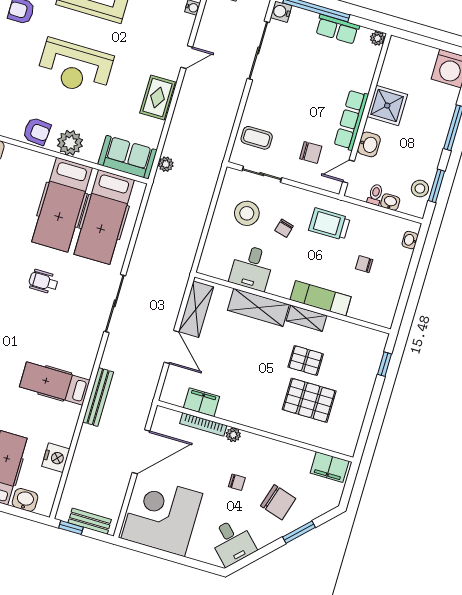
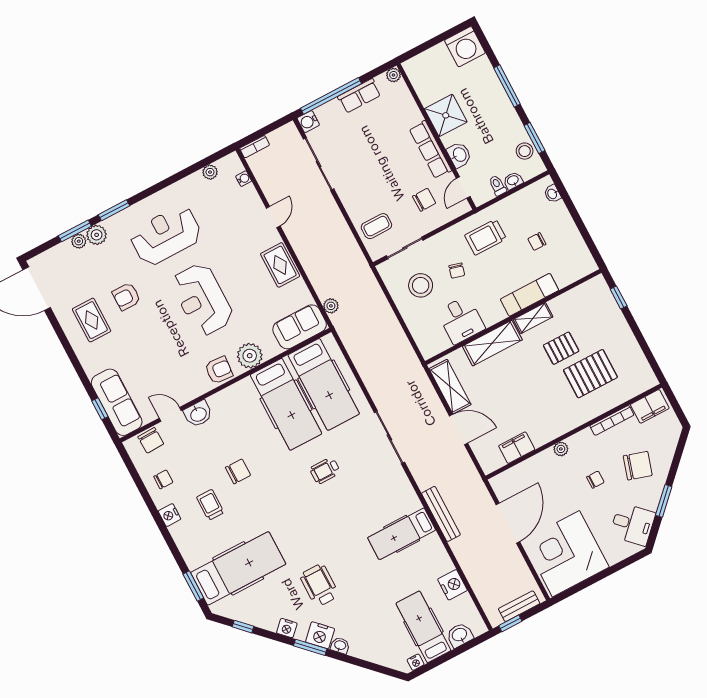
reception desk: (75, 67) -> (202, 299), turned 90
bookcase: (203, 424) -> (612, 420), moved
window: (299, 532) -> (664, 501), moved

